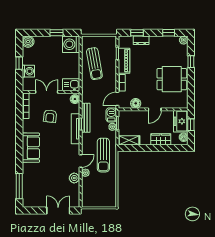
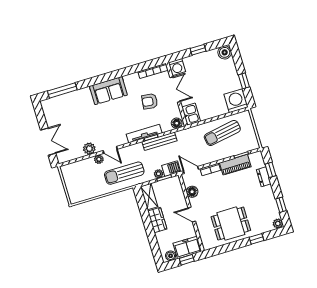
washing machine: (28, 71) -> (177, 67), moved
dining table: (172, 79) -> (231, 224), turned 90
wardrobe: (161, 139) -> (157, 220), moved

